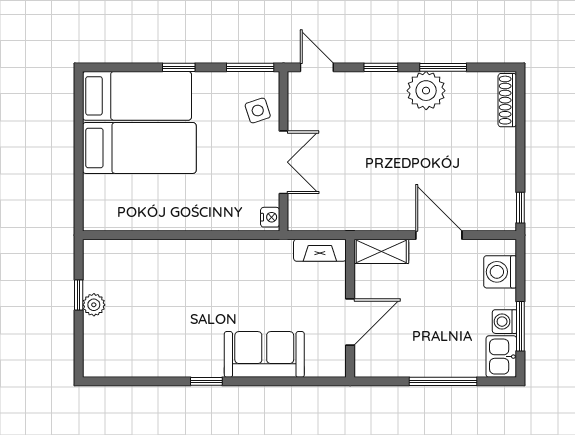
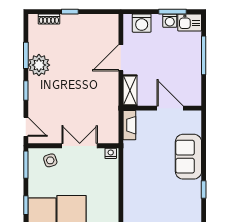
door: (317, 67) -> (26, 127), swing flipped
shoe rack: (507, 100) -> (49, 19), width x0.70
window: (520, 208) -> (70, 12), moved

